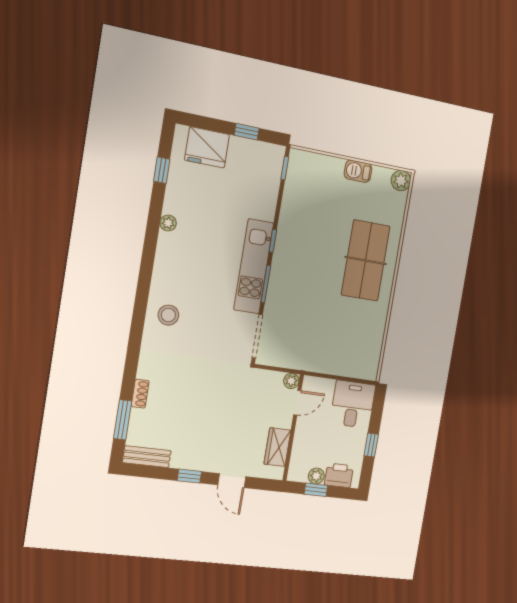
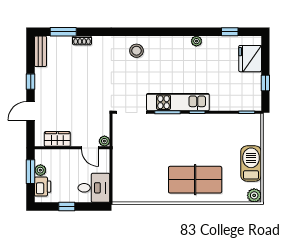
barbecue: (358, 171) -> (251, 164), width x1.88, depth x1.53
window: (316, 490) -> (31, 172), width x1.50

